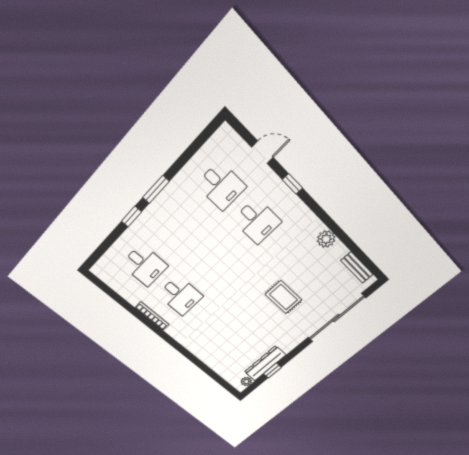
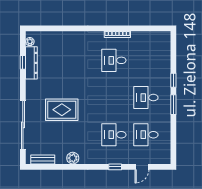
desk: (145, 265) -> (146, 98), moved
rug: (283, 297) -> (62, 110), width x1.36, depth x1.43

